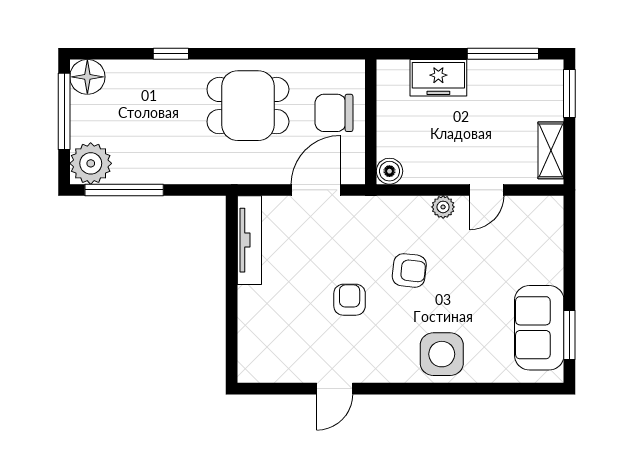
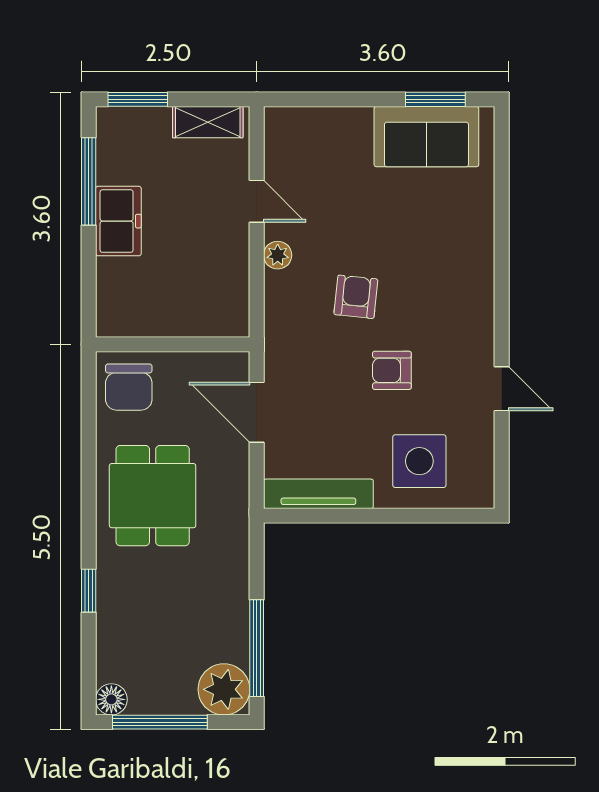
floor lamp: (87, 77) -> (111, 699), width x0.73, depth x0.73
freezer: (438, 78) -> (118, 221), moved
chair: (334, 113) -> (129, 387), moved
boiler: (389, 171) -> (234, 321), removed
side table: (442, 354) -> (419, 461), moved

